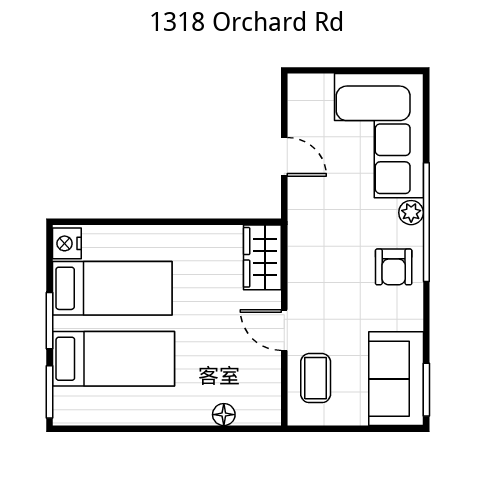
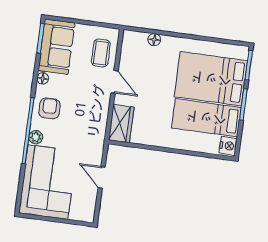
floor lamp: (413, 319) -> (43, 78), added
bed: (113, 359) -> (211, 79), width x1.50

